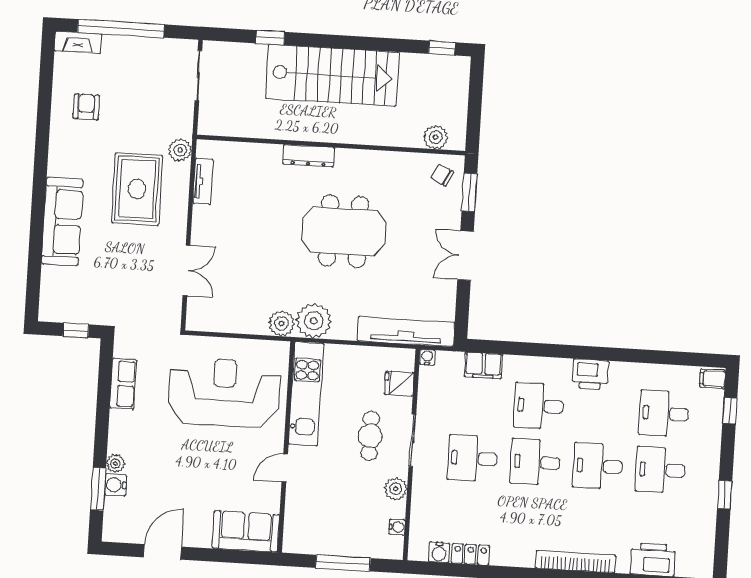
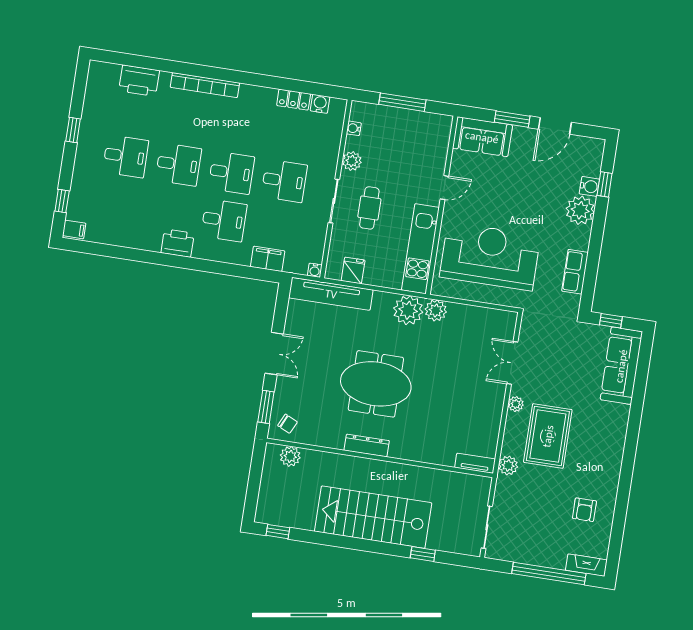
dresser: (309, 156) -> (367, 446), moved
tv unit: (203, 181) -> (475, 463), moved, turned 90
sofa: (62, 222) -> (621, 366), moved
plant: (178, 223) -> (516, 404), added
fridge: (399, 383) -> (353, 270), moved, turned -90
reception desk: (224, 392) -> (490, 256), turned 180
desk: (664, 413) -> (118, 204), removed
plant: (115, 463) -> (580, 210), width x1.88, depth x1.88
window: (98, 489) -> (605, 184), width x0.67
window: (213, 555) -> (512, 119), added

